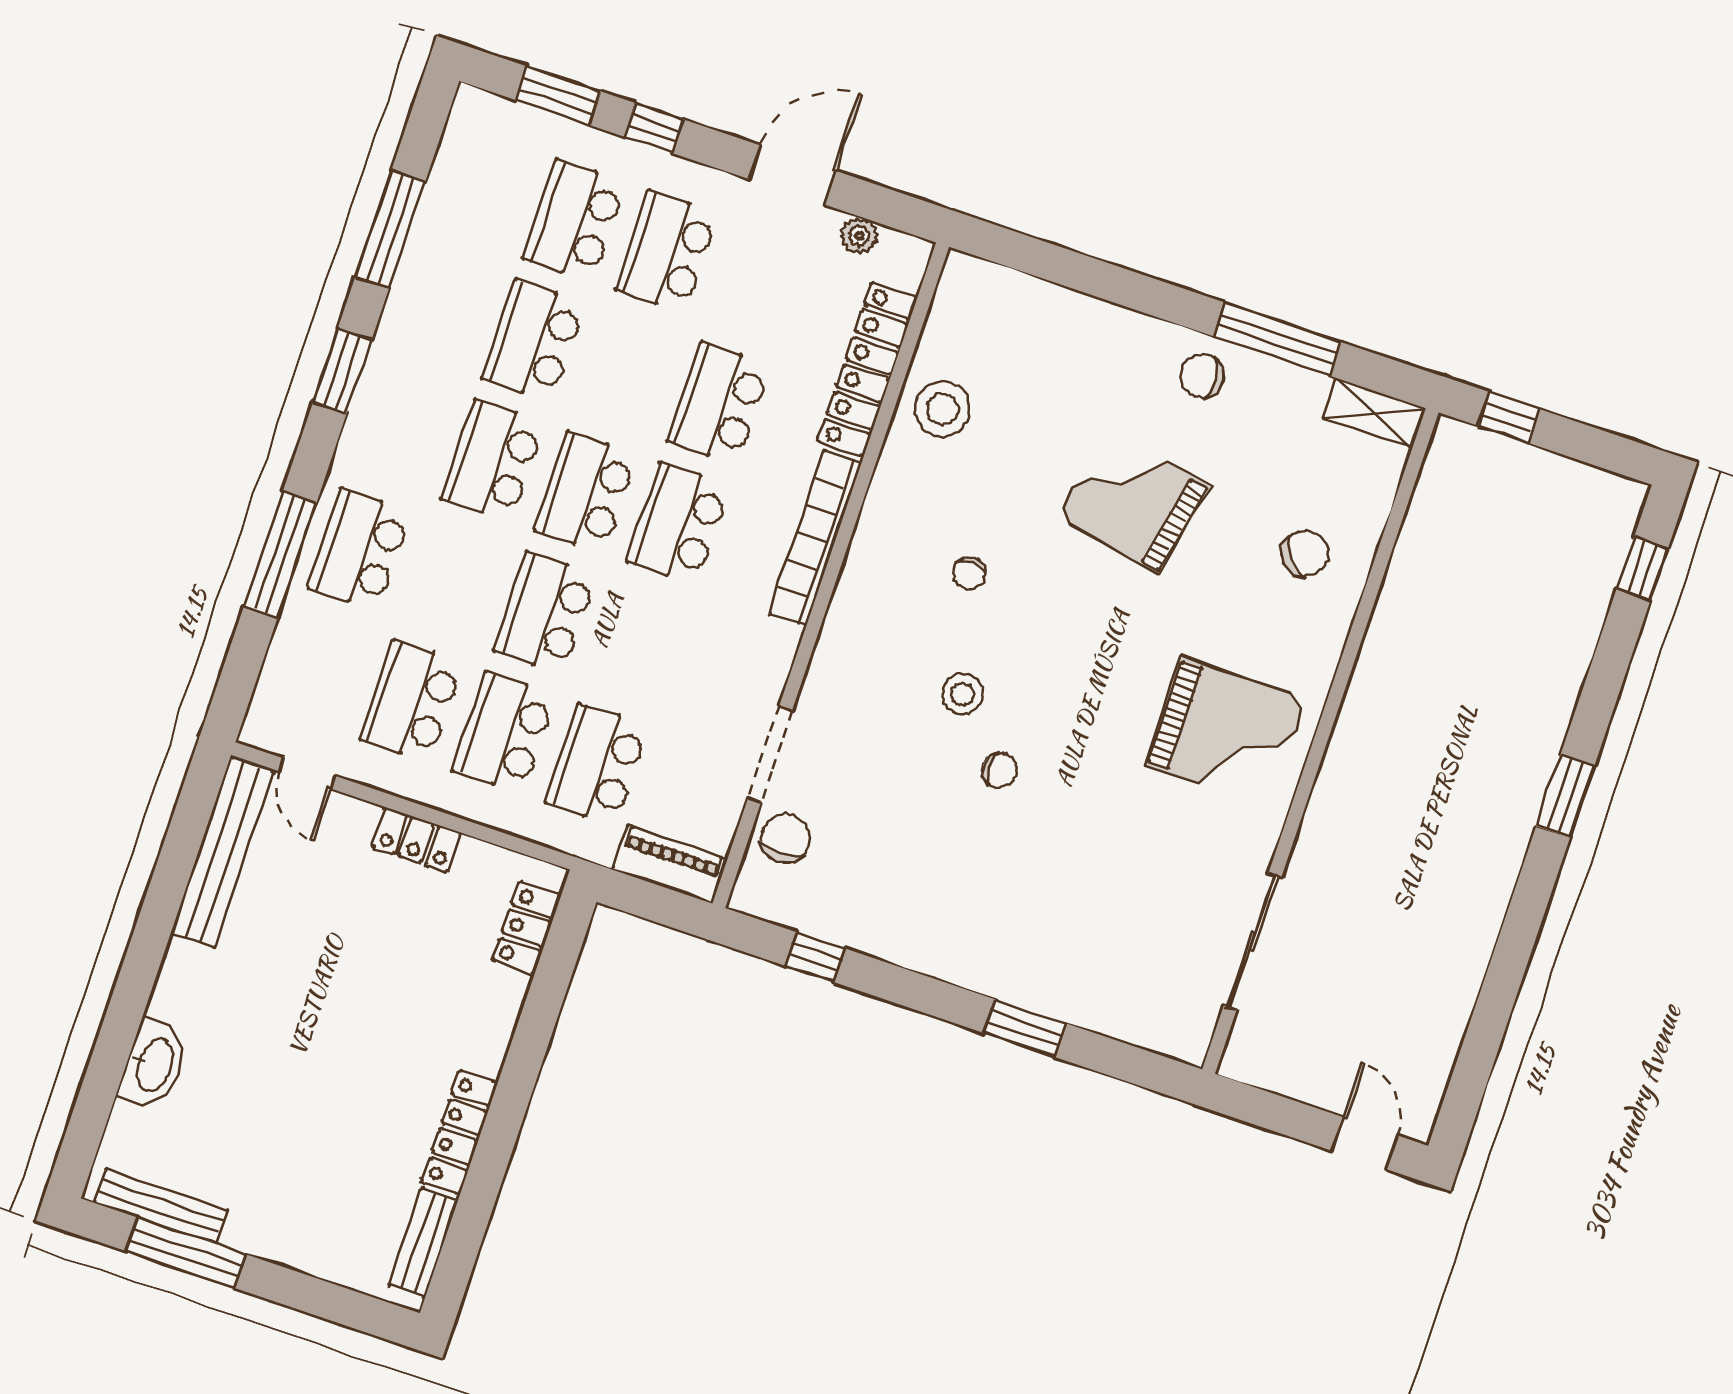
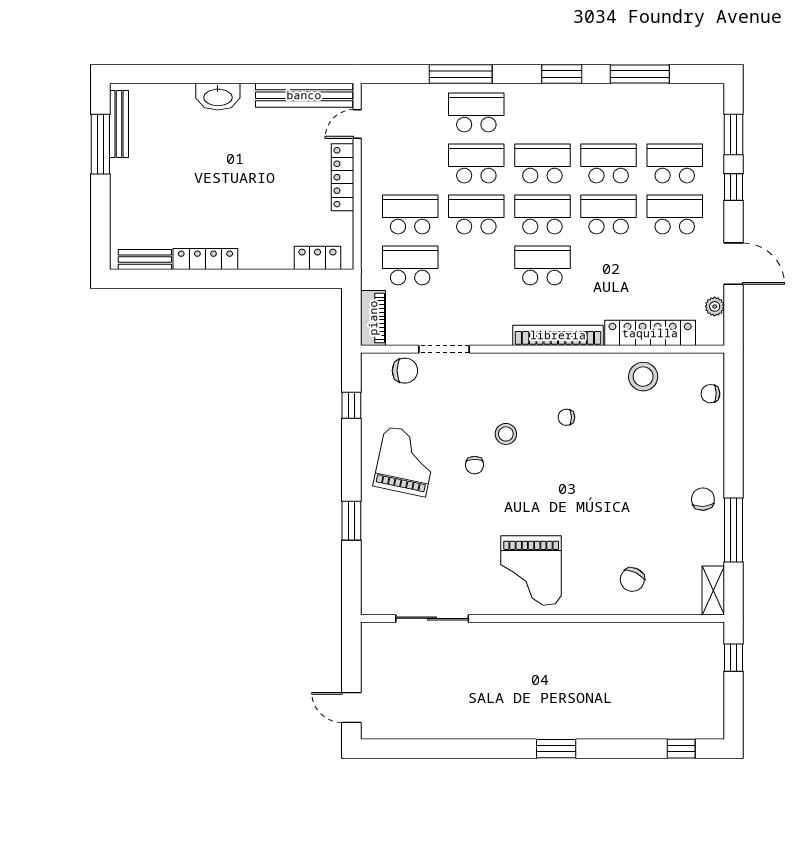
chair: (1015, 297) -> (710, 394), added
school desk: (719, 403) -> (609, 214), moved
grand piano: (1133, 501) -> (405, 461), moved
chair: (1305, 554) -> (632, 580), turned 67
school desk: (412, 701) -> (476, 163), moved
locker: (416, 840) -> (343, 177), width x1.53
washbasin: (154, 1064) -> (218, 97), moved
door: (1365, 1143) -> (351, 708), swing flipped

